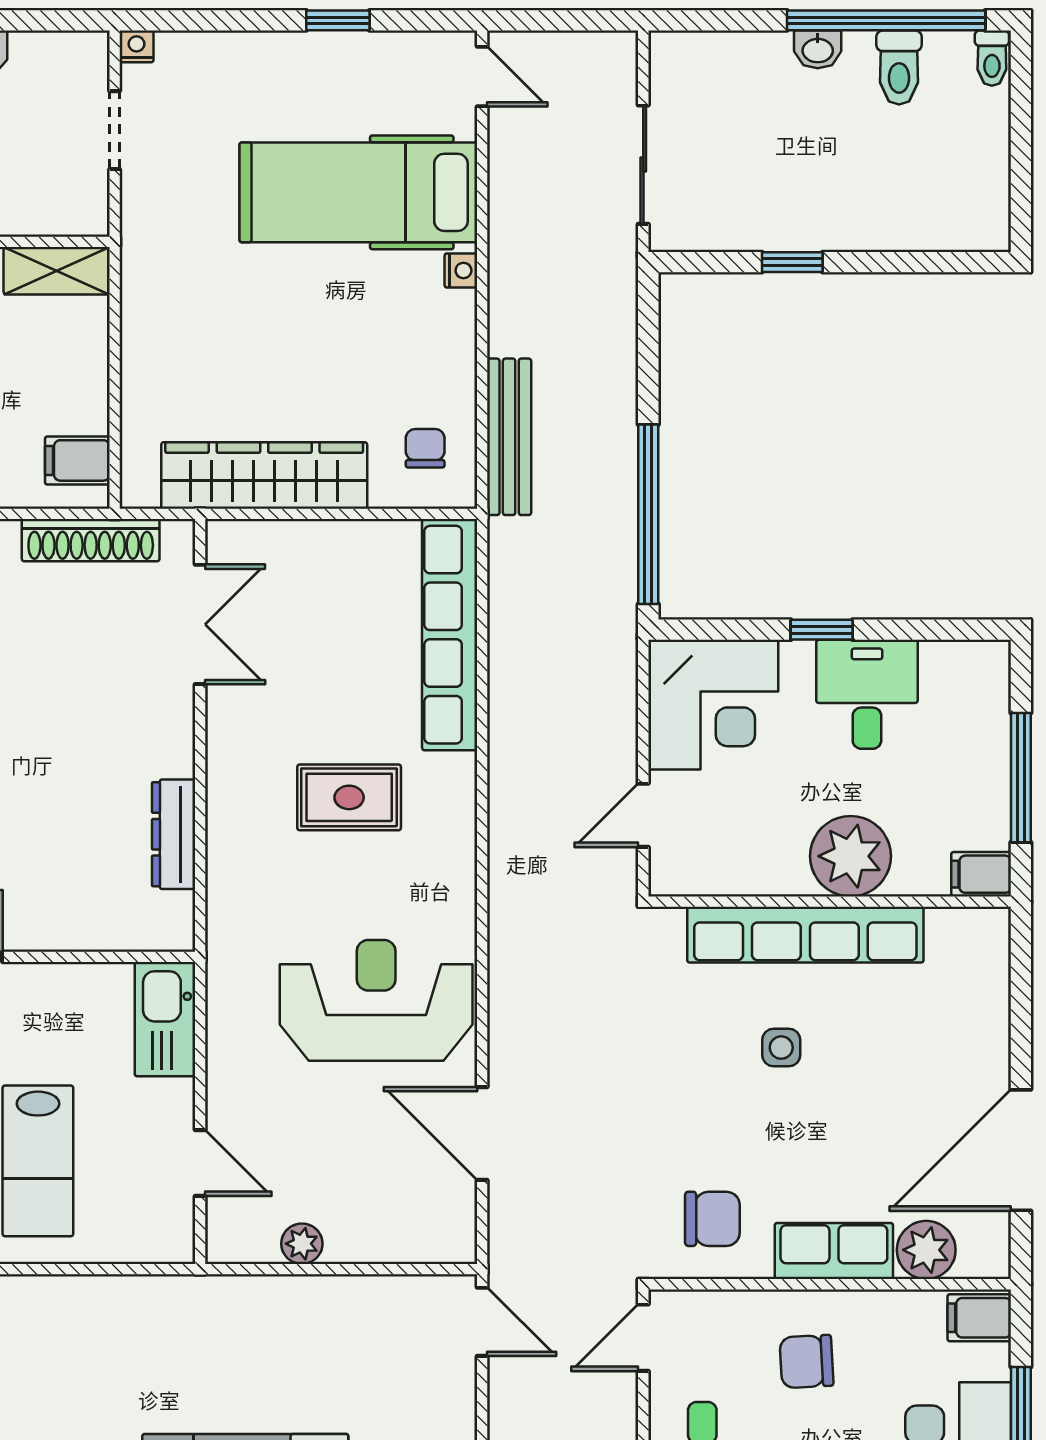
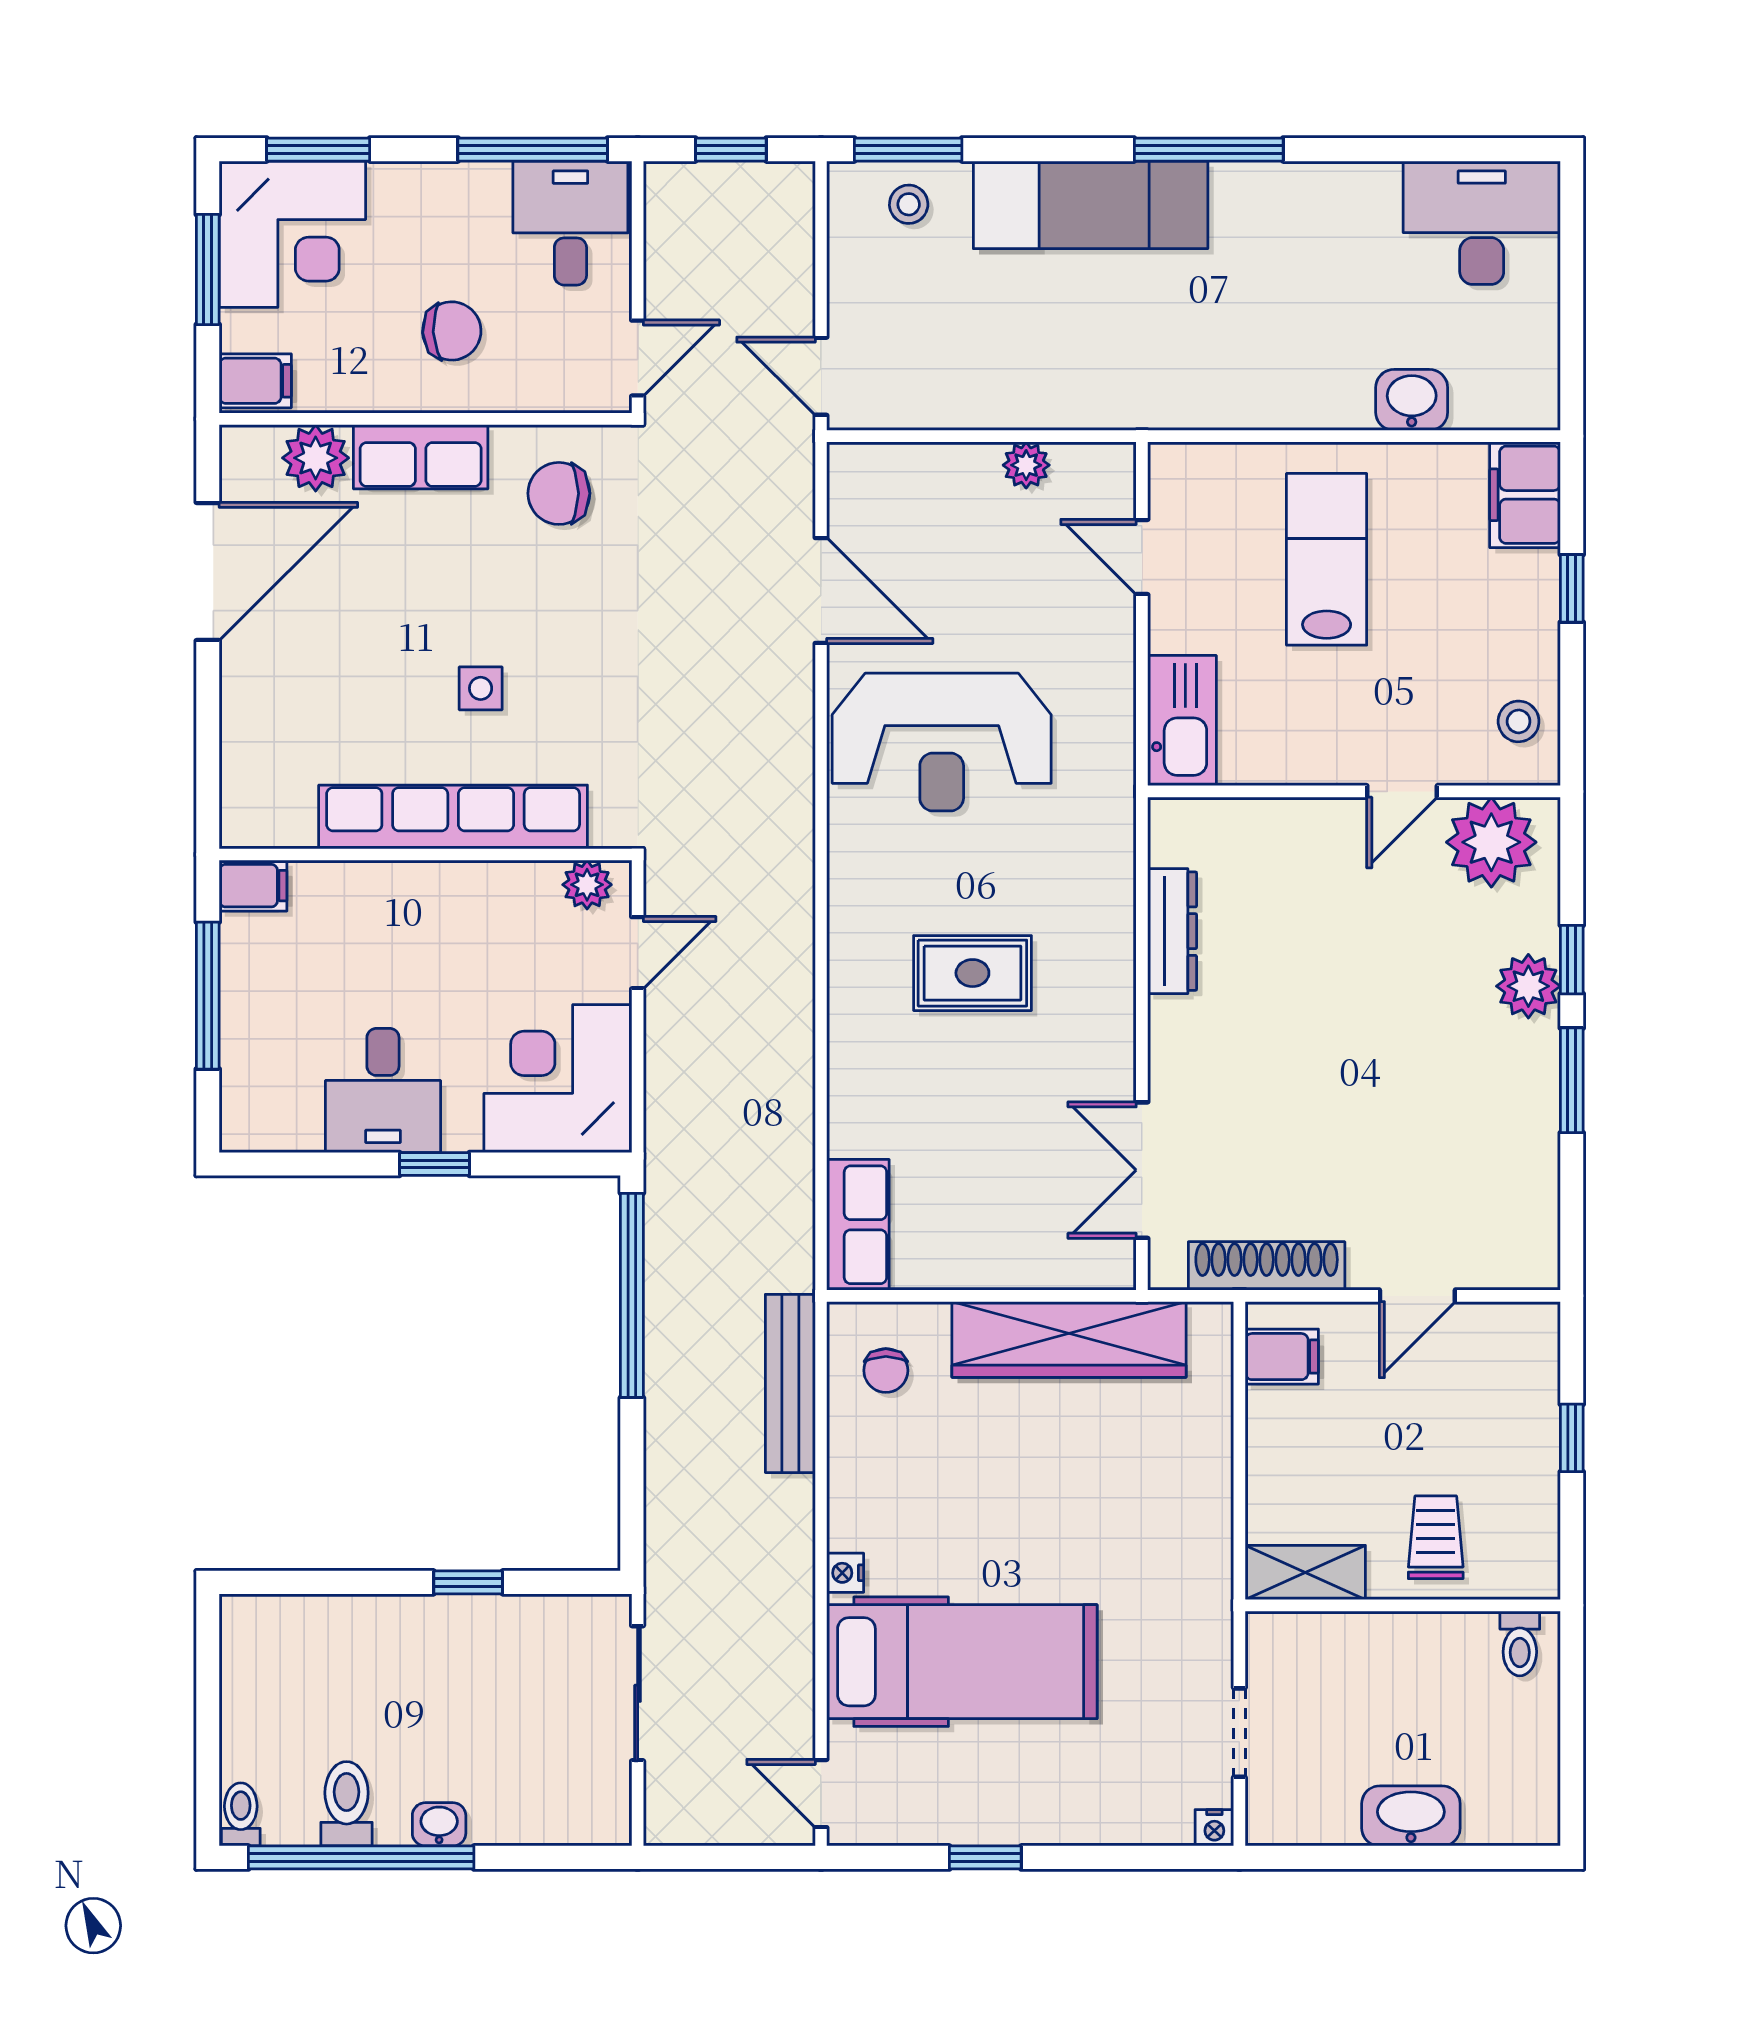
row of seats: (450, 635) -> (858, 1225), width x0.50
plant: (851, 856) -> (587, 885), moved, width x0.53, depth x0.53

